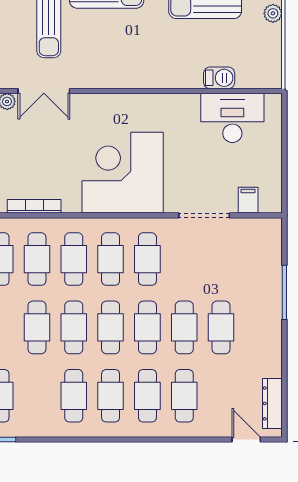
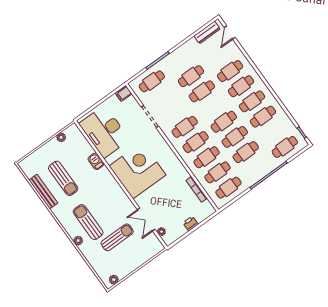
plant: (273, 13) -> (61, 137), moved
barbecue: (219, 78) -> (96, 161), moved
double door: (44, 91) -> (146, 219), swing flipped
desk: (232, 118) -> (104, 132), width x1.36, depth x1.30
corner desk: (123, 173) -> (138, 170), moved, turned 180
filing cabinet: (248, 200) -> (124, 94), moved
cafe table: (147, 327) -> (152, 81), moved

